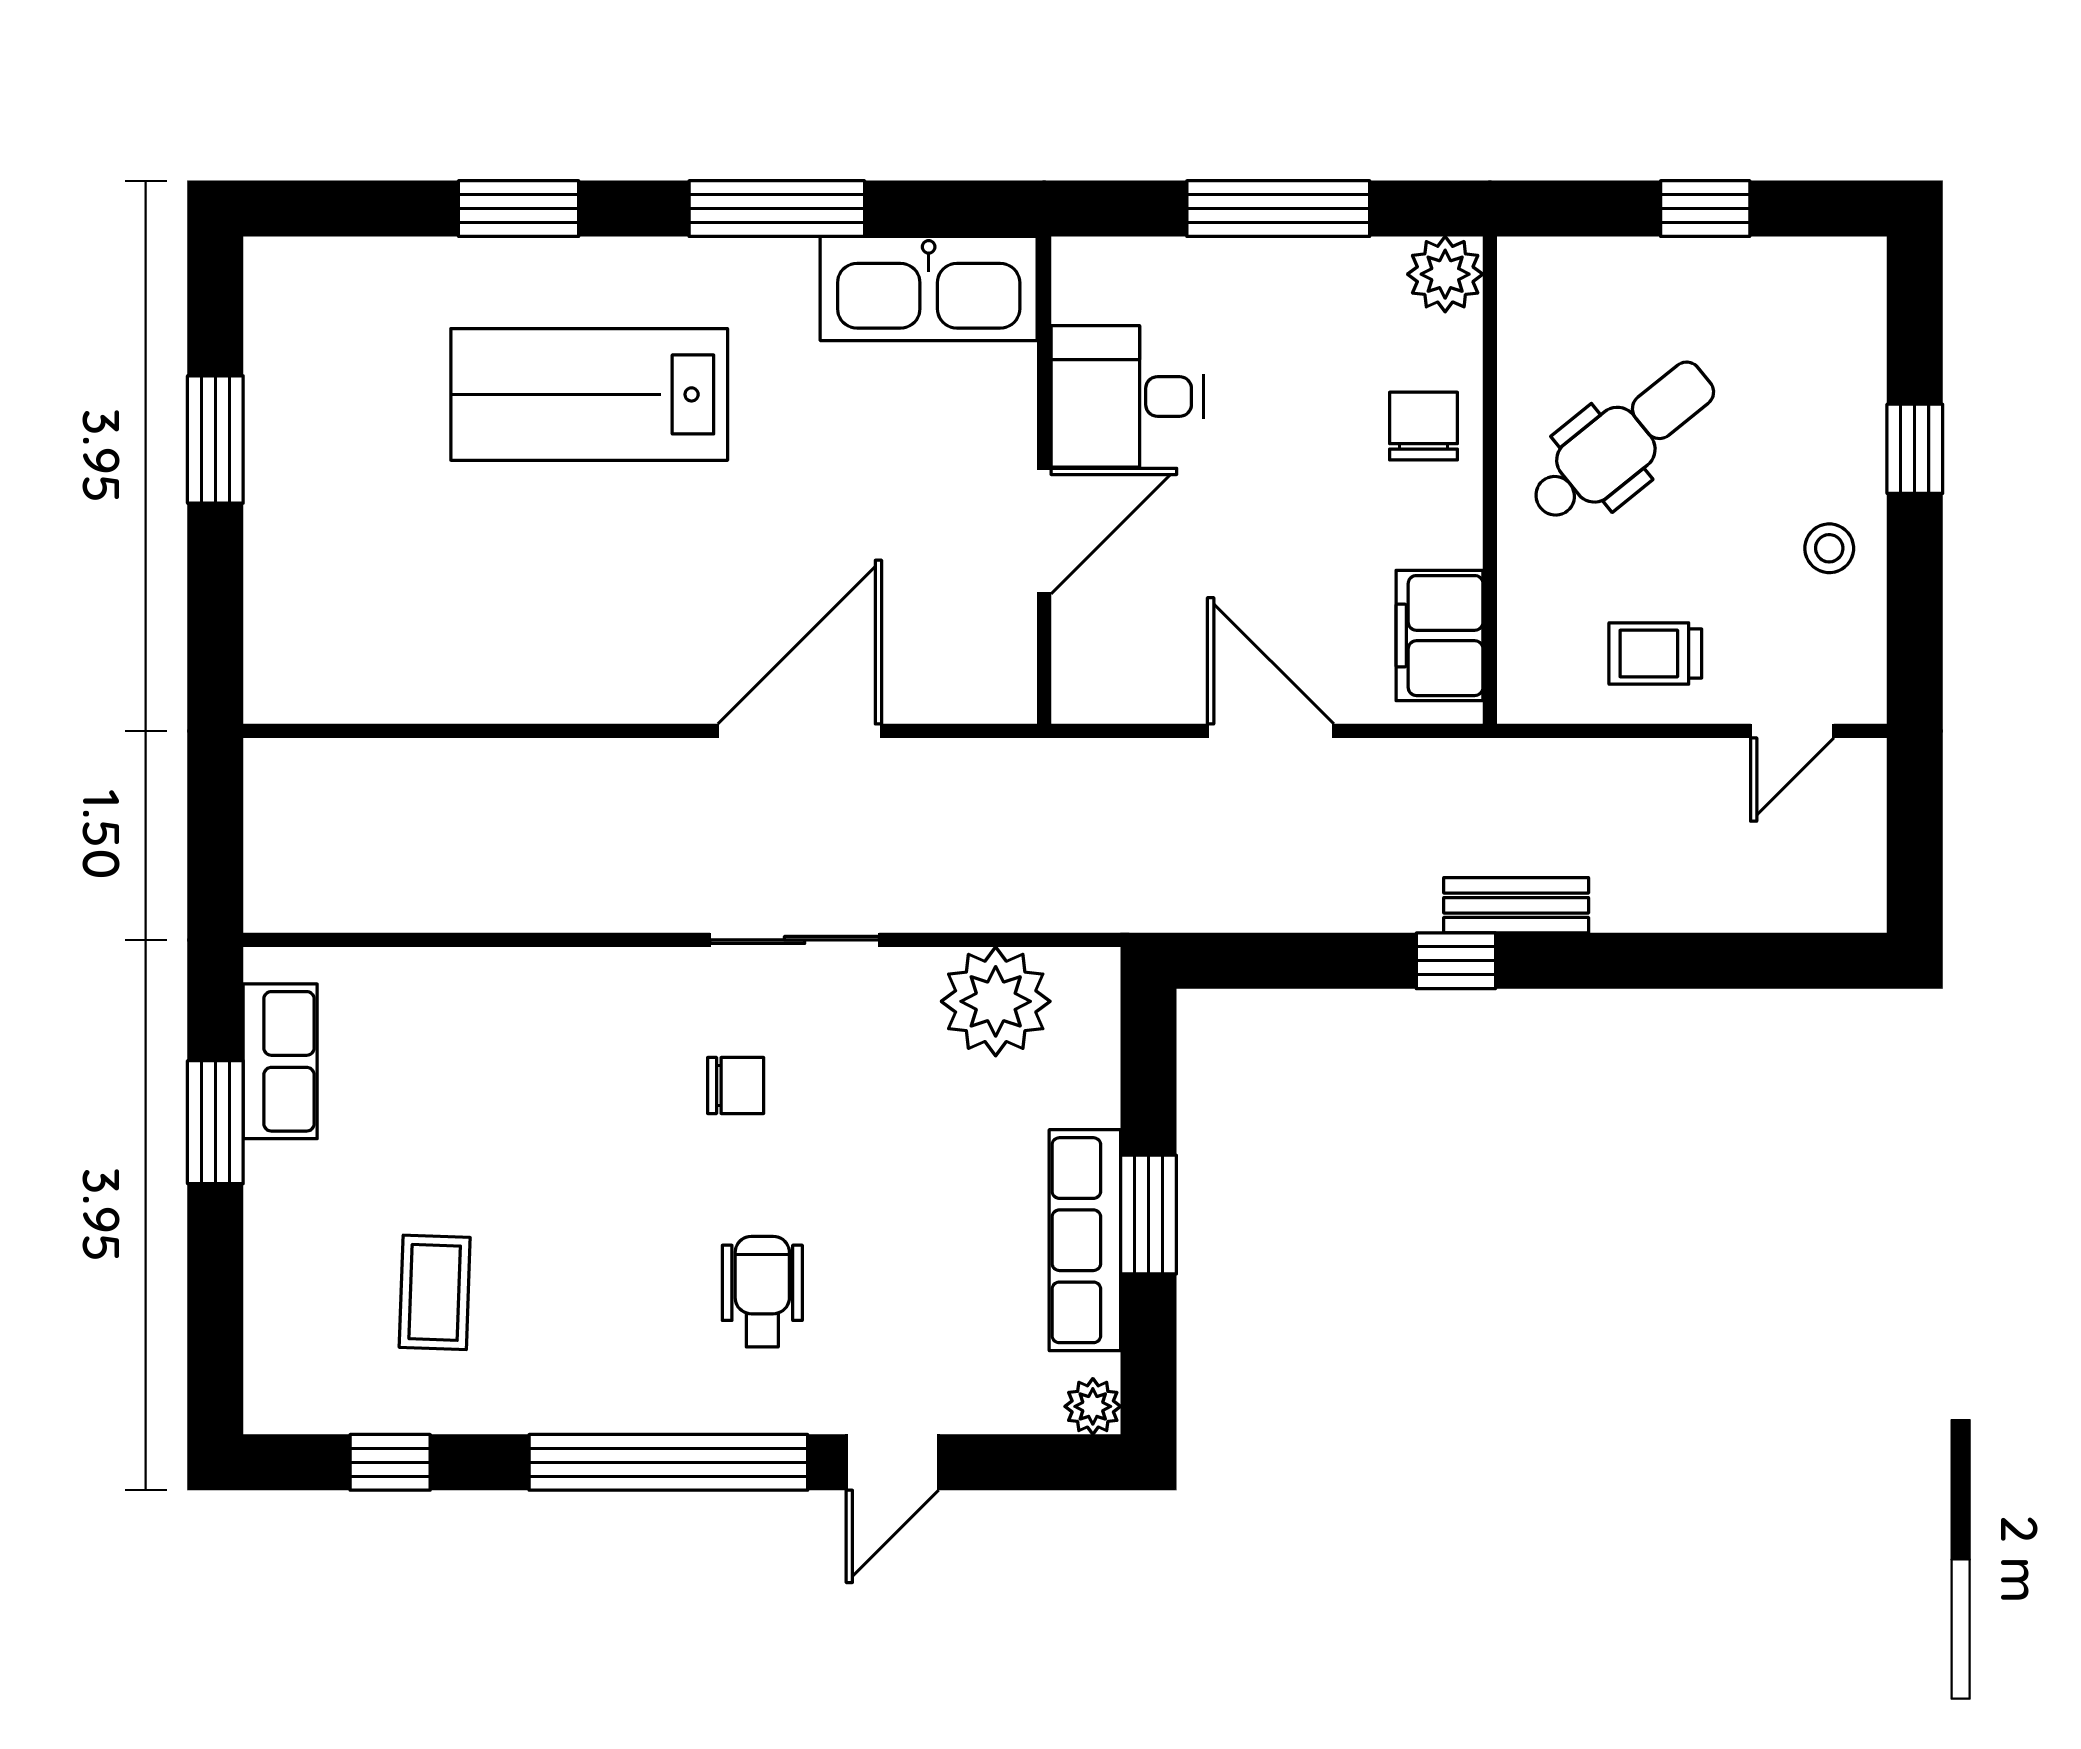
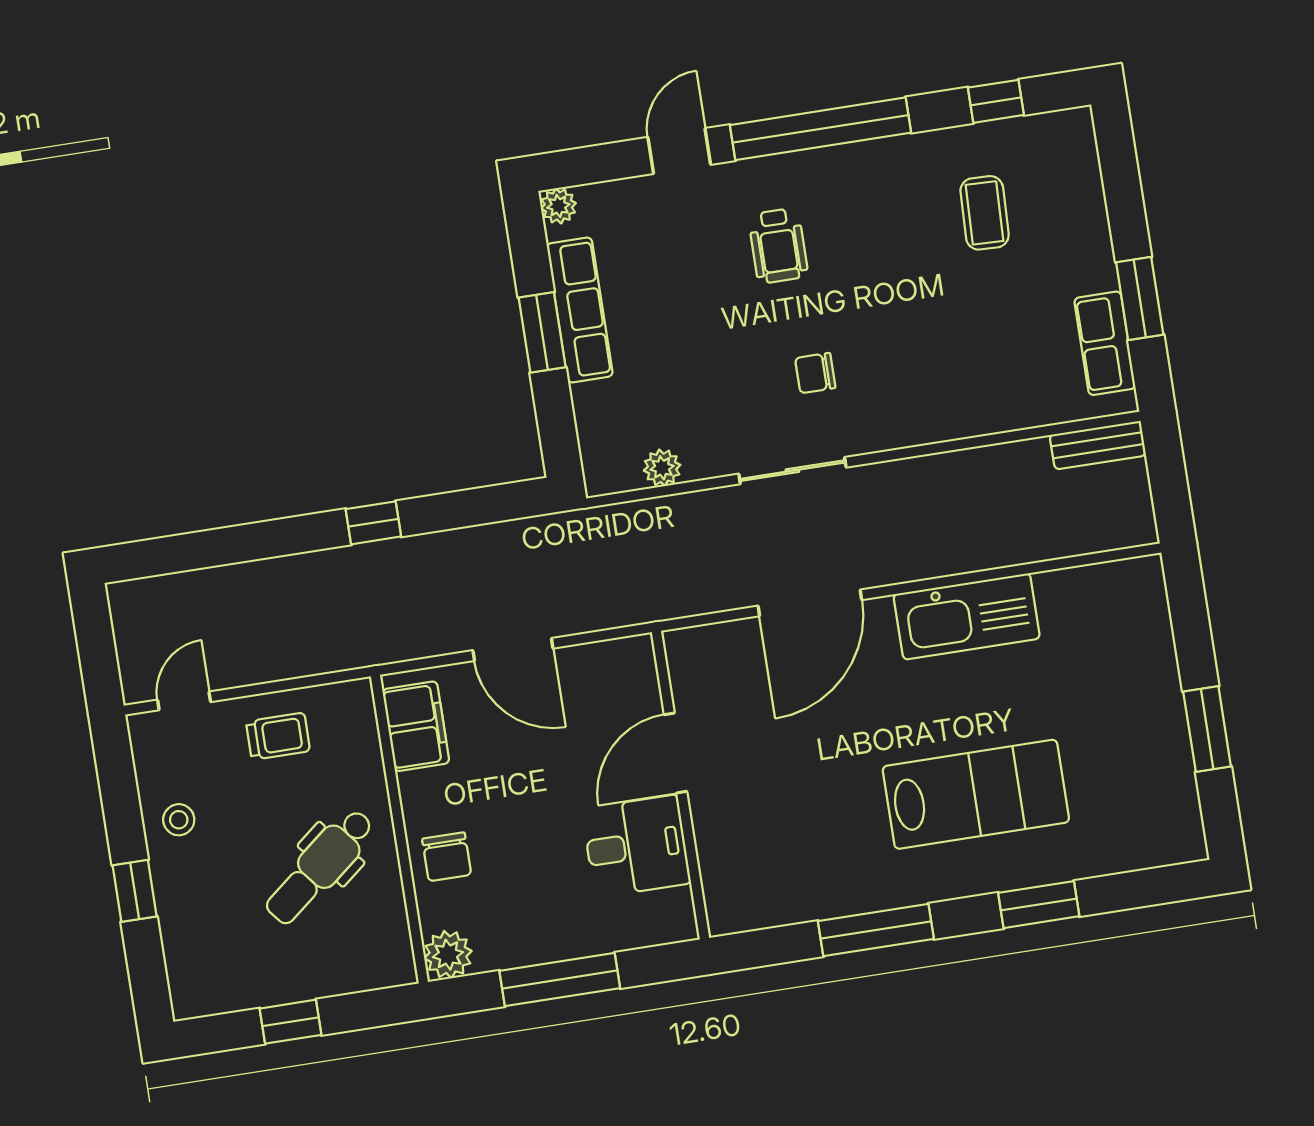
kitchen sink: (929, 288) -> (967, 616), moved, turned 180
bench: (1516, 905) -> (1098, 445), moved
plant: (996, 1001) -> (662, 468), width x0.53, depth x0.53

